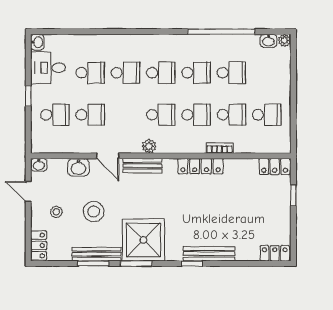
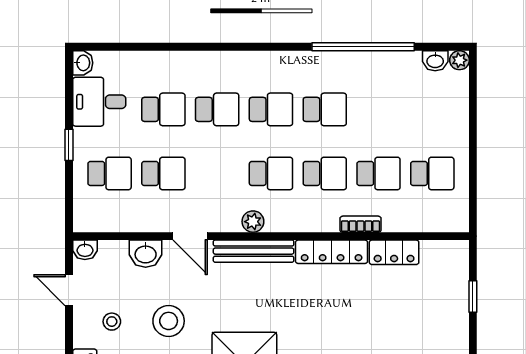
school desk: (231, 73) -> (379, 109), removed
bench: (142, 166) -> (254, 251), width x1.36
locker: (275, 166) -> (394, 252), moved

